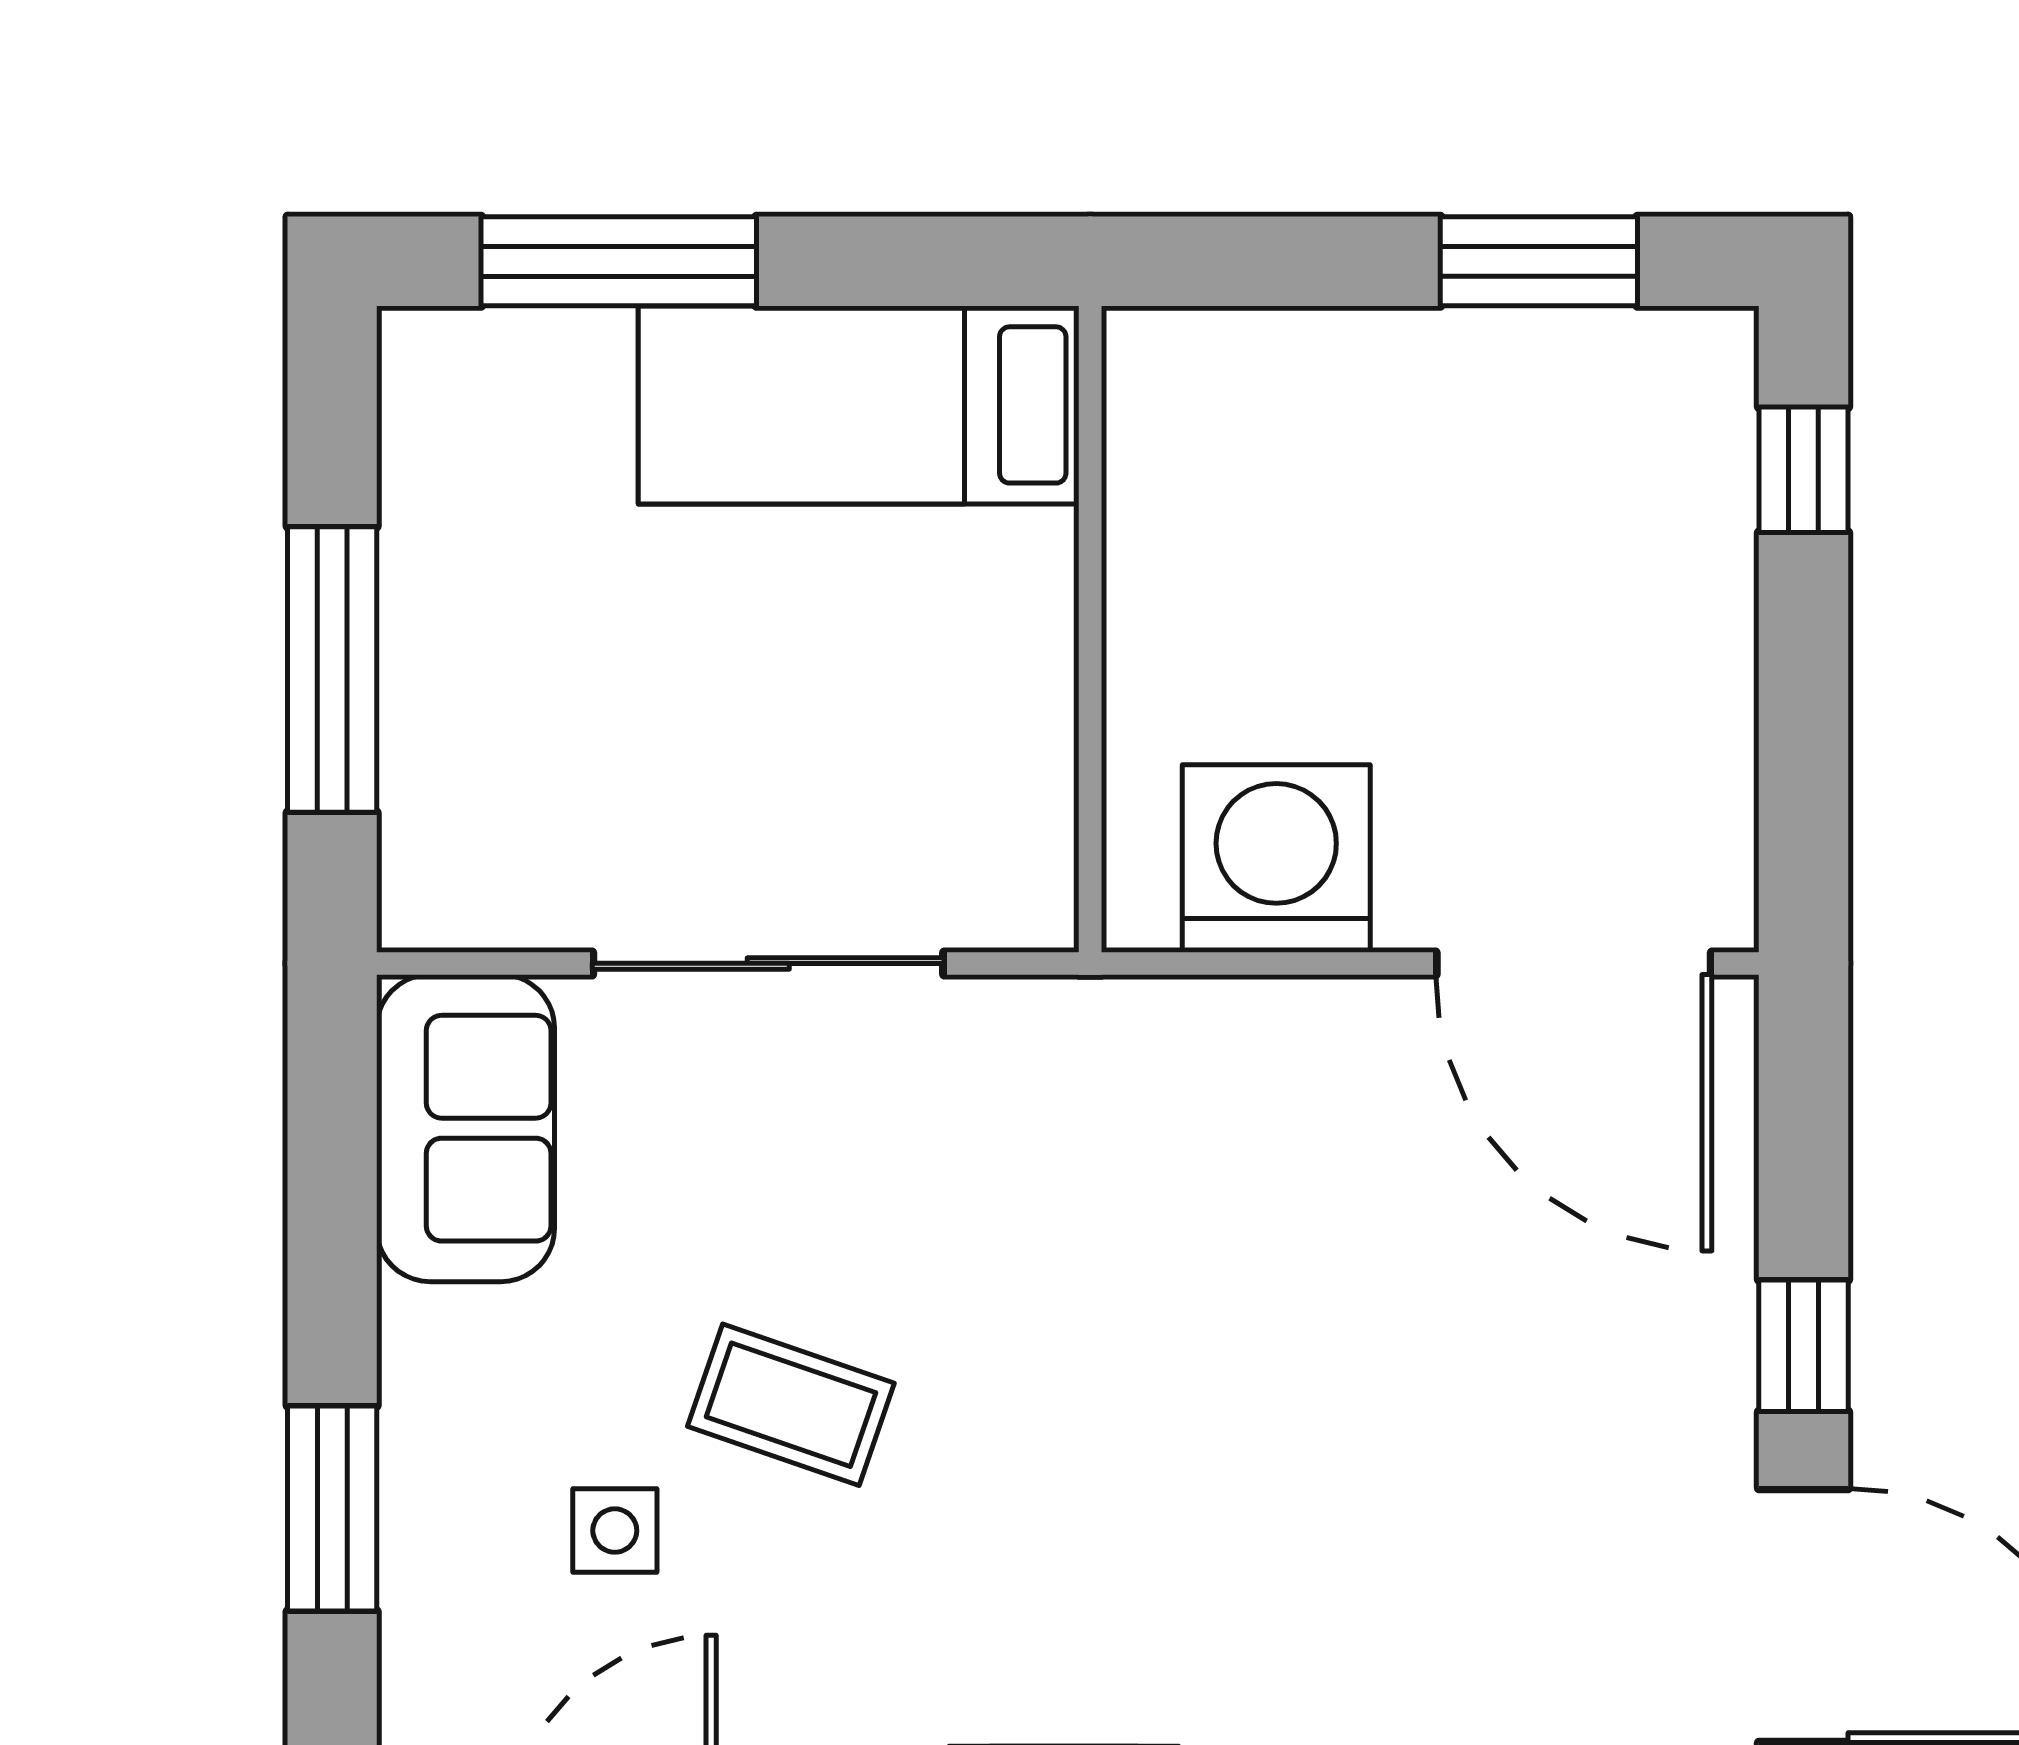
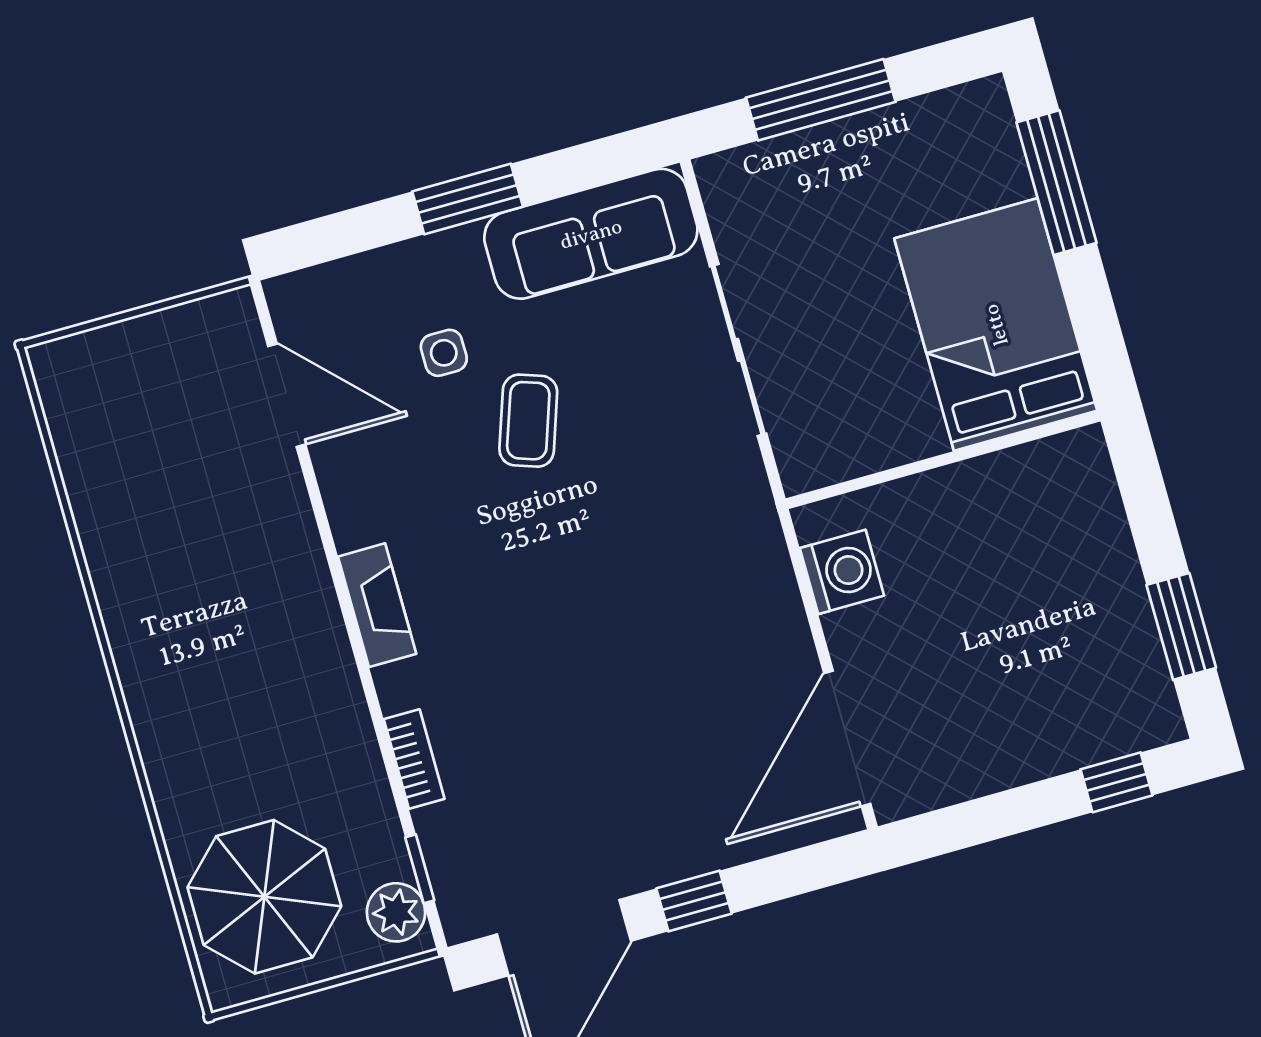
bed: (859, 405) -> (996, 325), width x1.50
washing machine: (1276, 858) -> (842, 572), width x0.73, depth x0.73
sofa: (466, 1128) -> (591, 234), width x1.36
window: (332, 1508) -> (468, 199), moved

